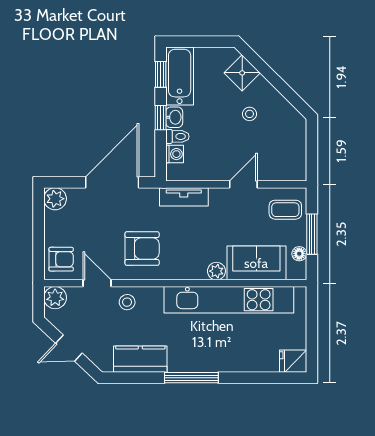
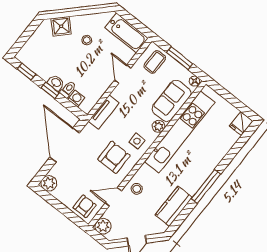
bathtub: (180, 76) -> (126, 33), moved, turned 180
floor lamp: (299, 254) -> (195, 81), moved
side table: (181, 260) -> (137, 141), added

